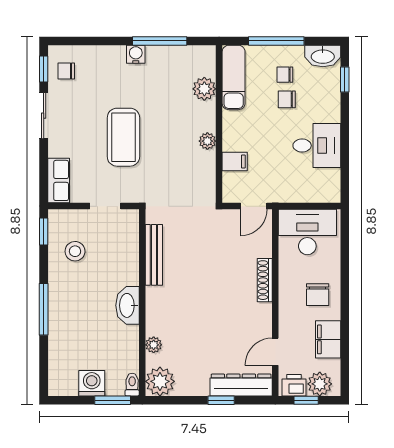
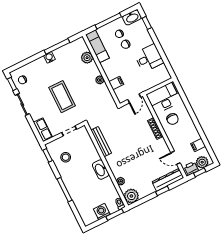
chair: (318, 295) -> (173, 119), moved
filing cabinet: (328, 339) -> (198, 145), width x0.50
door: (275, 352) -> (176, 158), hinge flipped

